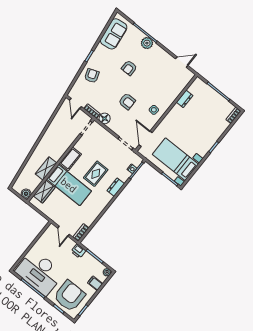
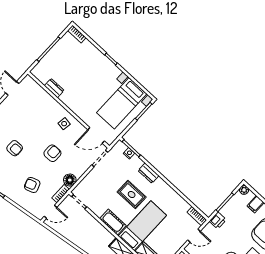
armchair: (92, 76) -> (32, 185), moved

